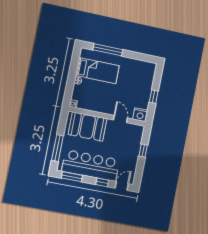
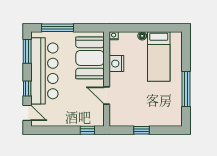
window: (108, 50) -> (186, 89), moved
nightstand: (140, 115) -> (116, 64), moved
door: (120, 119) -> (107, 95), swing flipped
window: (143, 151) -> (87, 130), moved

